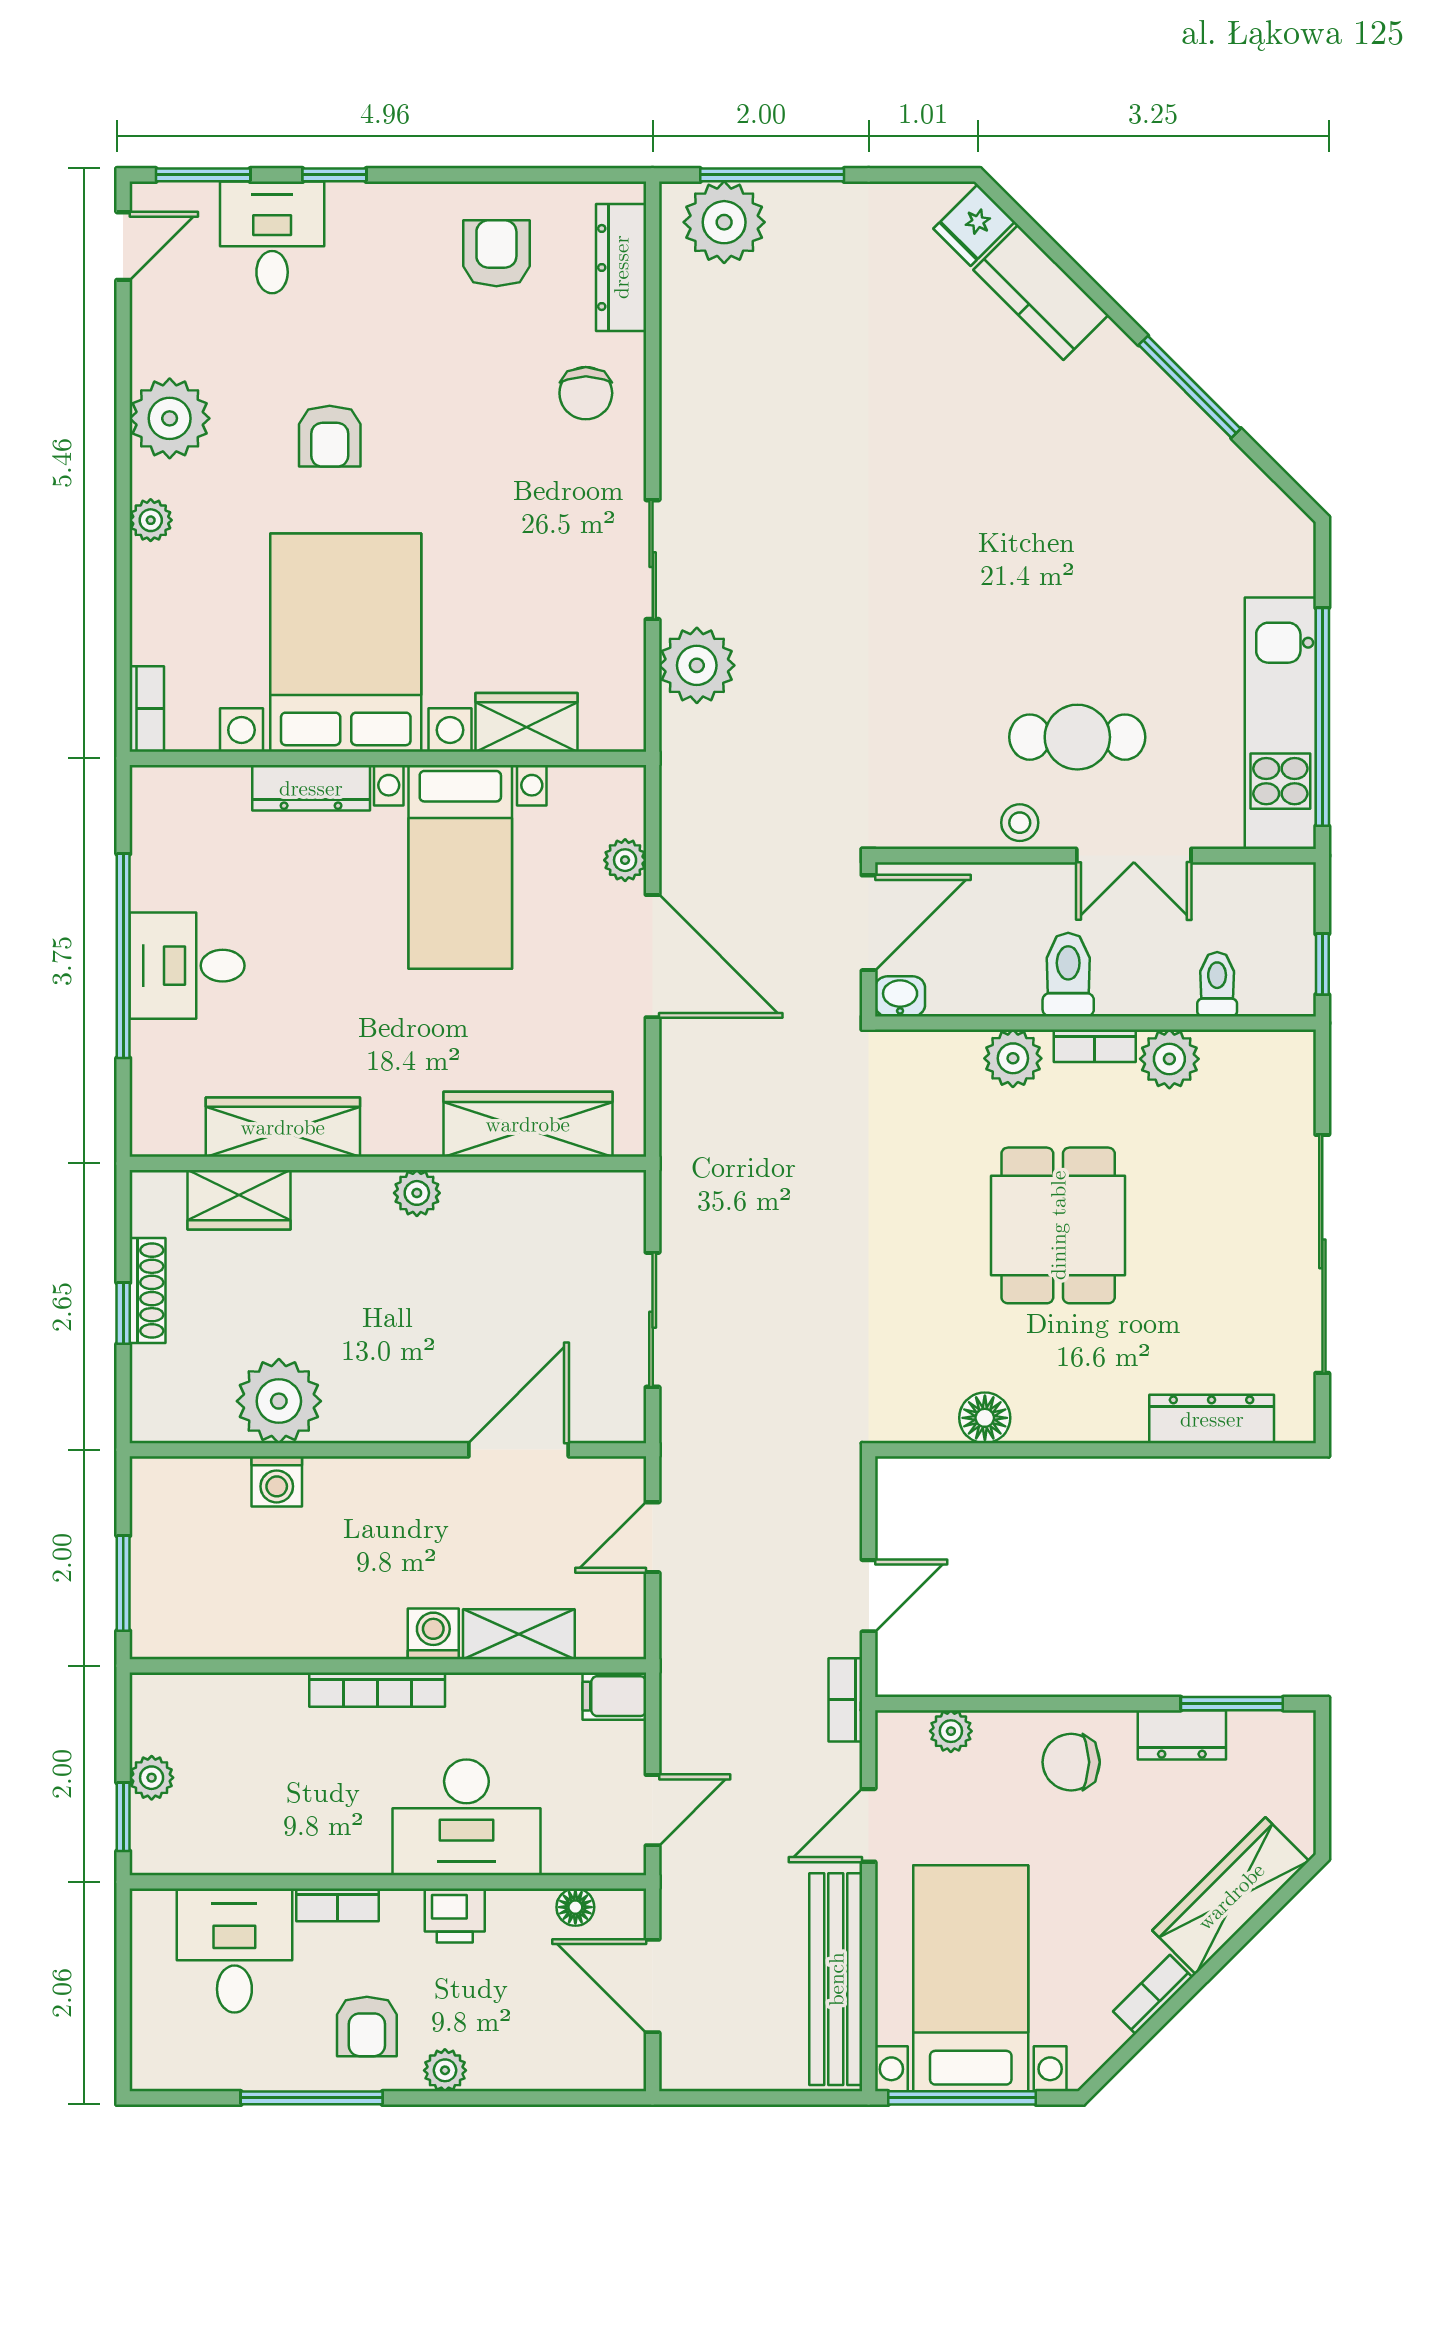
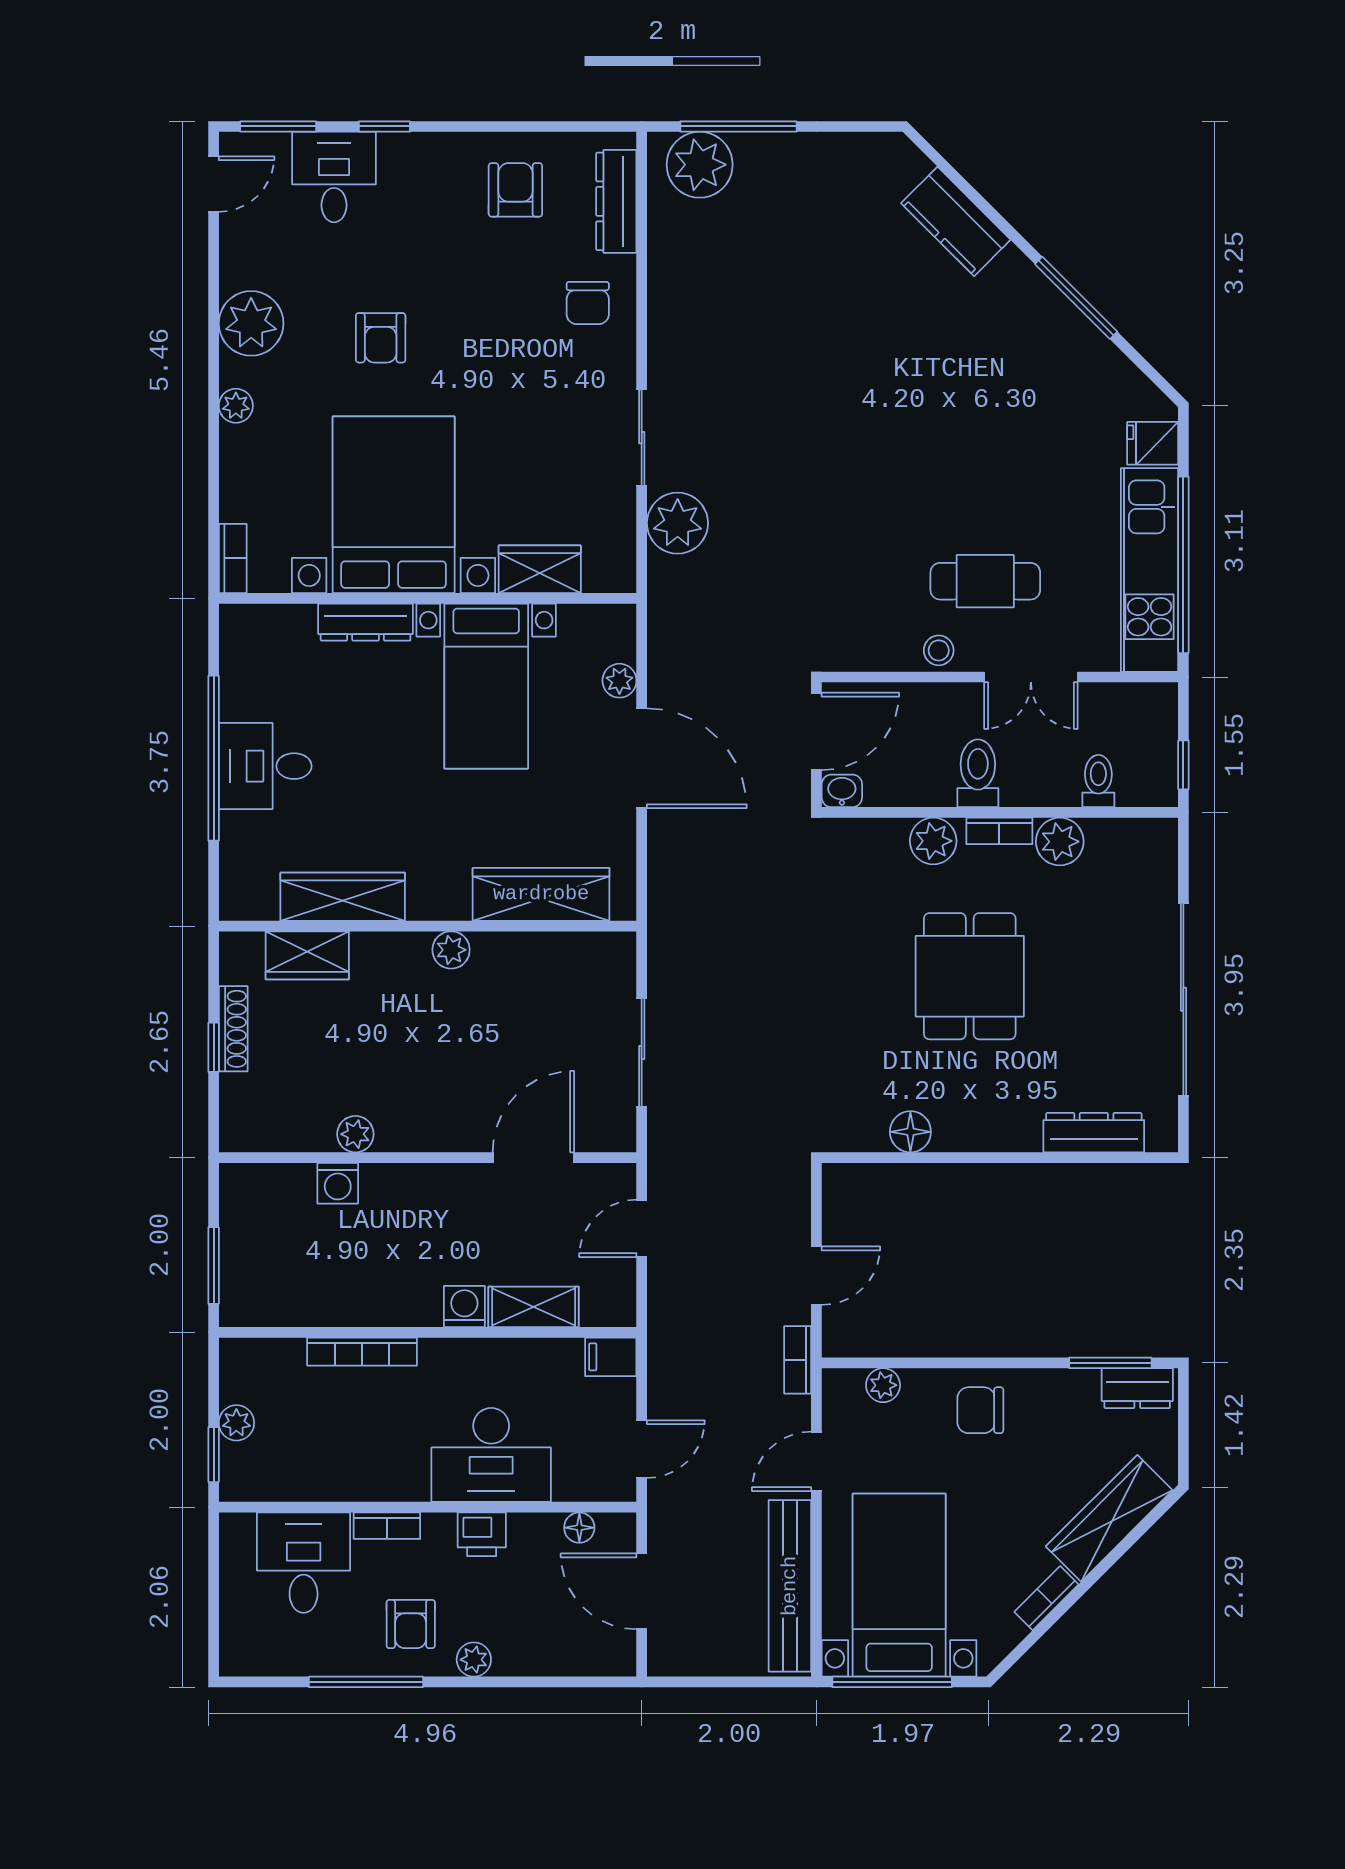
fridge: (974, 225) -> (1153, 443), moved, turned 45
plant: (279, 1401) -> (355, 1134), width x0.53, depth x0.53
bookcase: (377, 1690) -> (362, 1352), moved
dresser: (1182, 1735) -> (1137, 1388), moved

